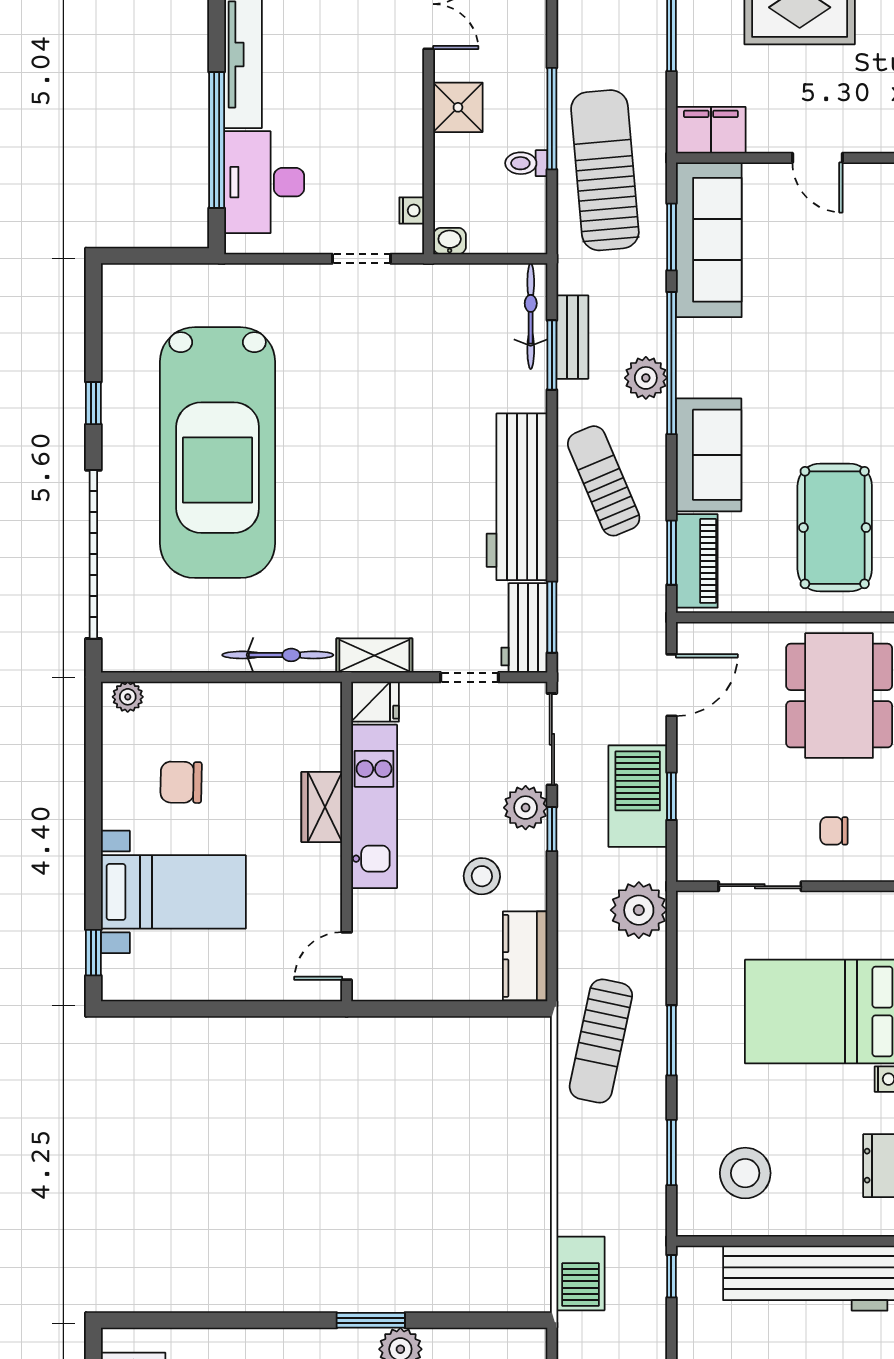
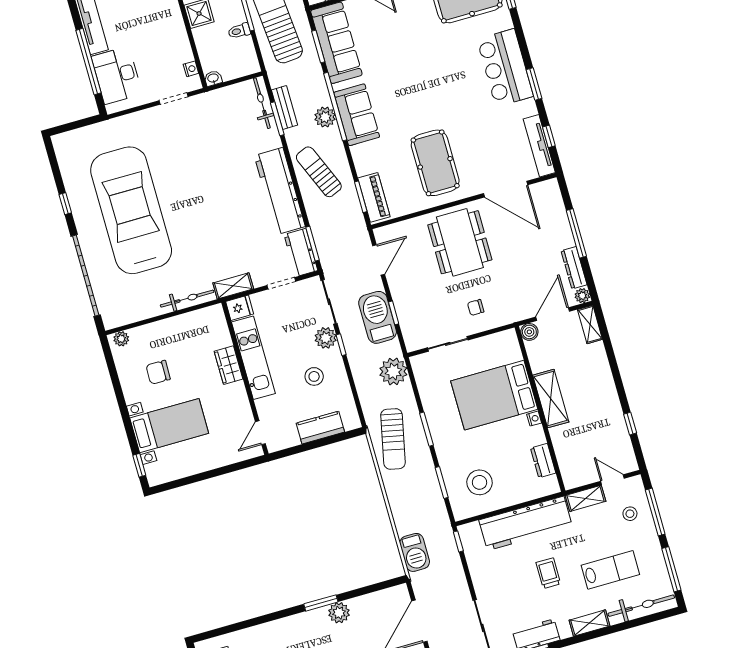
car: (218, 453) -> (131, 210), turned 180
sofa: (709, 455) -> (357, 115), moved
kitchen counter: (525, 956) -> (320, 428), moved, turned 90

